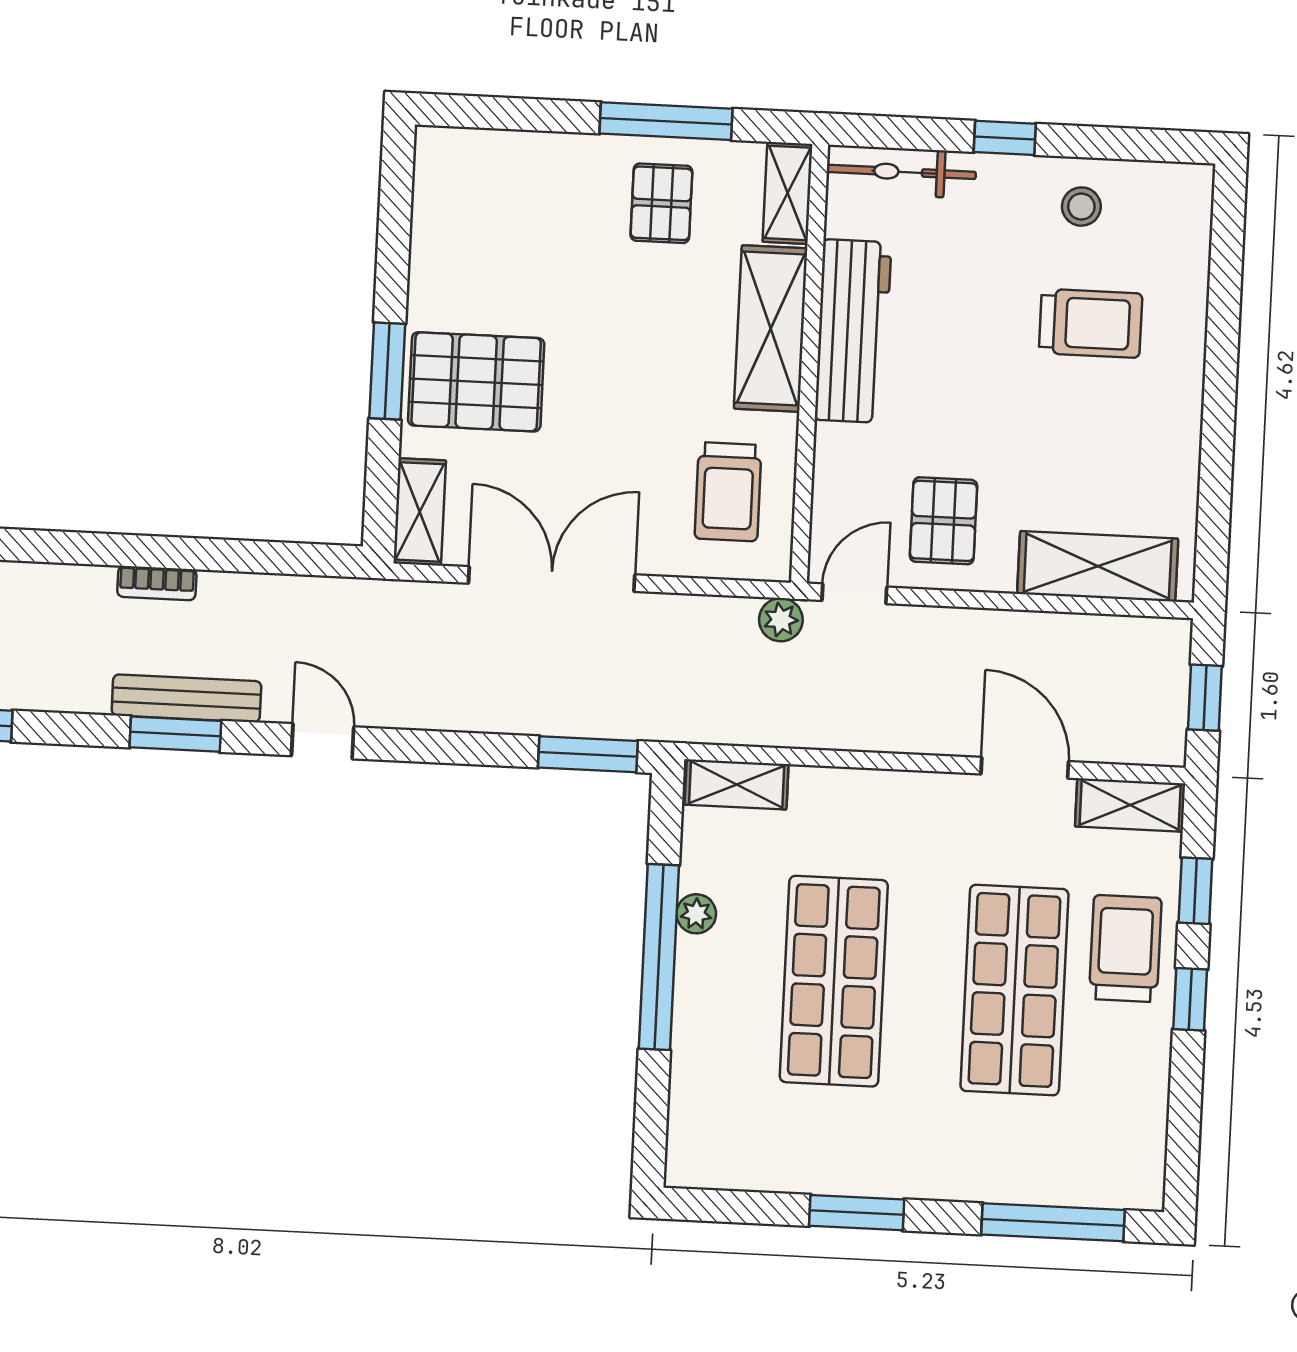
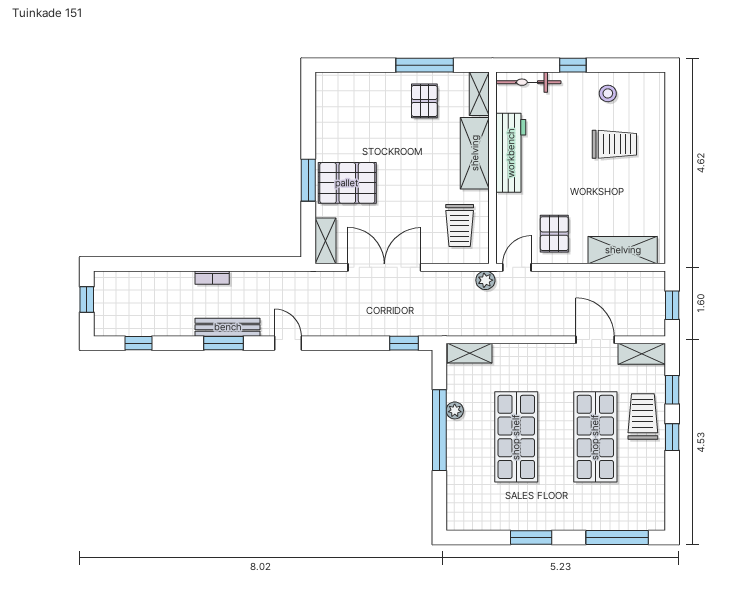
window: (588, 754) -> (404, 343), width x0.67

